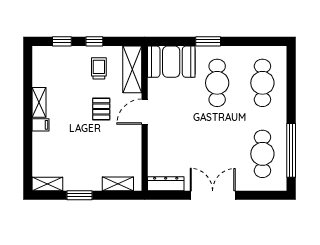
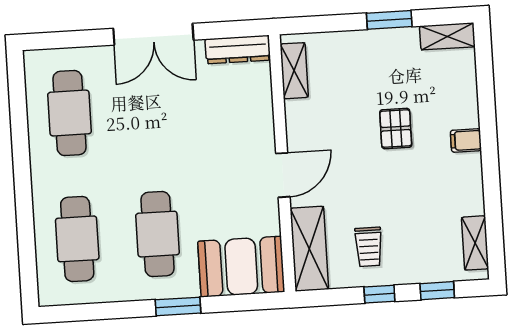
shelving: (39, 102) -> (475, 243), moved
pallet: (101, 109) -> (396, 129), moved
window: (291, 150) -> (19, 122), removed
shelving: (118, 184) -> (294, 71), moved, turned 90

